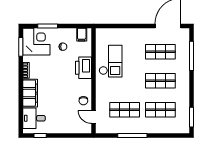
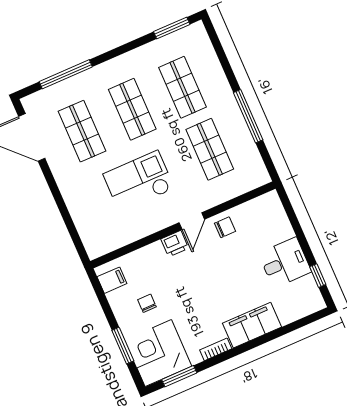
checkout: (111, 61) -> (139, 181), moved
printer: (83, 68) -> (175, 244), width x0.53, depth x0.68
door: (93, 117) -> (192, 221), moved
desk: (34, 118) -> (285, 263), moved, turned -90

